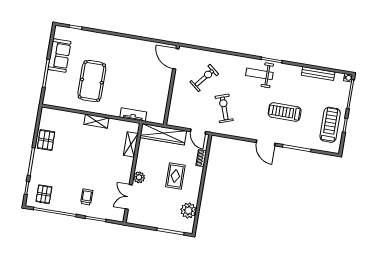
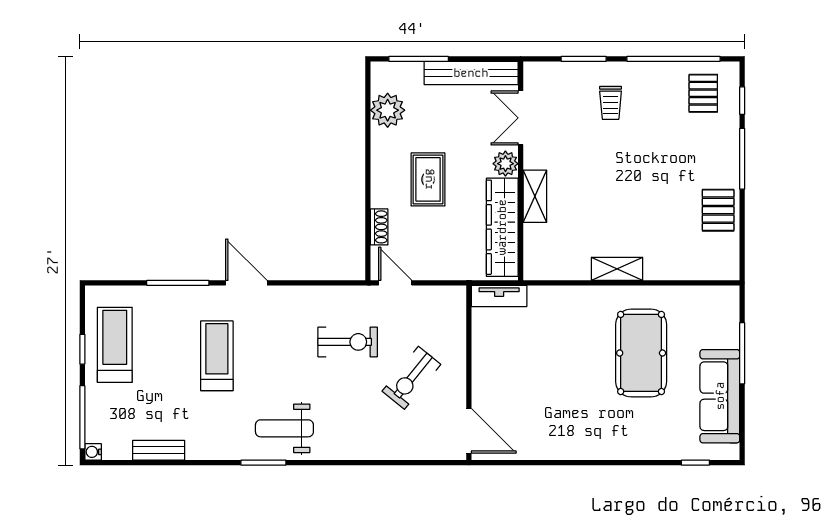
sofa: (59, 55) -> (720, 396), width x1.36
weight bench: (259, 74) -> (284, 428), turned 180
bench: (318, 74) -> (159, 450), width x0.73
exercise bike: (204, 78) -> (411, 378), moved
exercise bike: (224, 108) -> (348, 342), turned -71
treadmill: (285, 112) -> (217, 356), turned -90
tv unit: (133, 115) -> (499, 296), moved
treadmill: (330, 125) -> (115, 345), turned 180
wardrobe: (163, 134) -> (502, 227), moved, turned -90
shelving: (131, 144) -> (535, 196), moved
double door: (129, 197) -> (521, 118), swing flipped
bench: (148, 221) -> (471, 73), added

